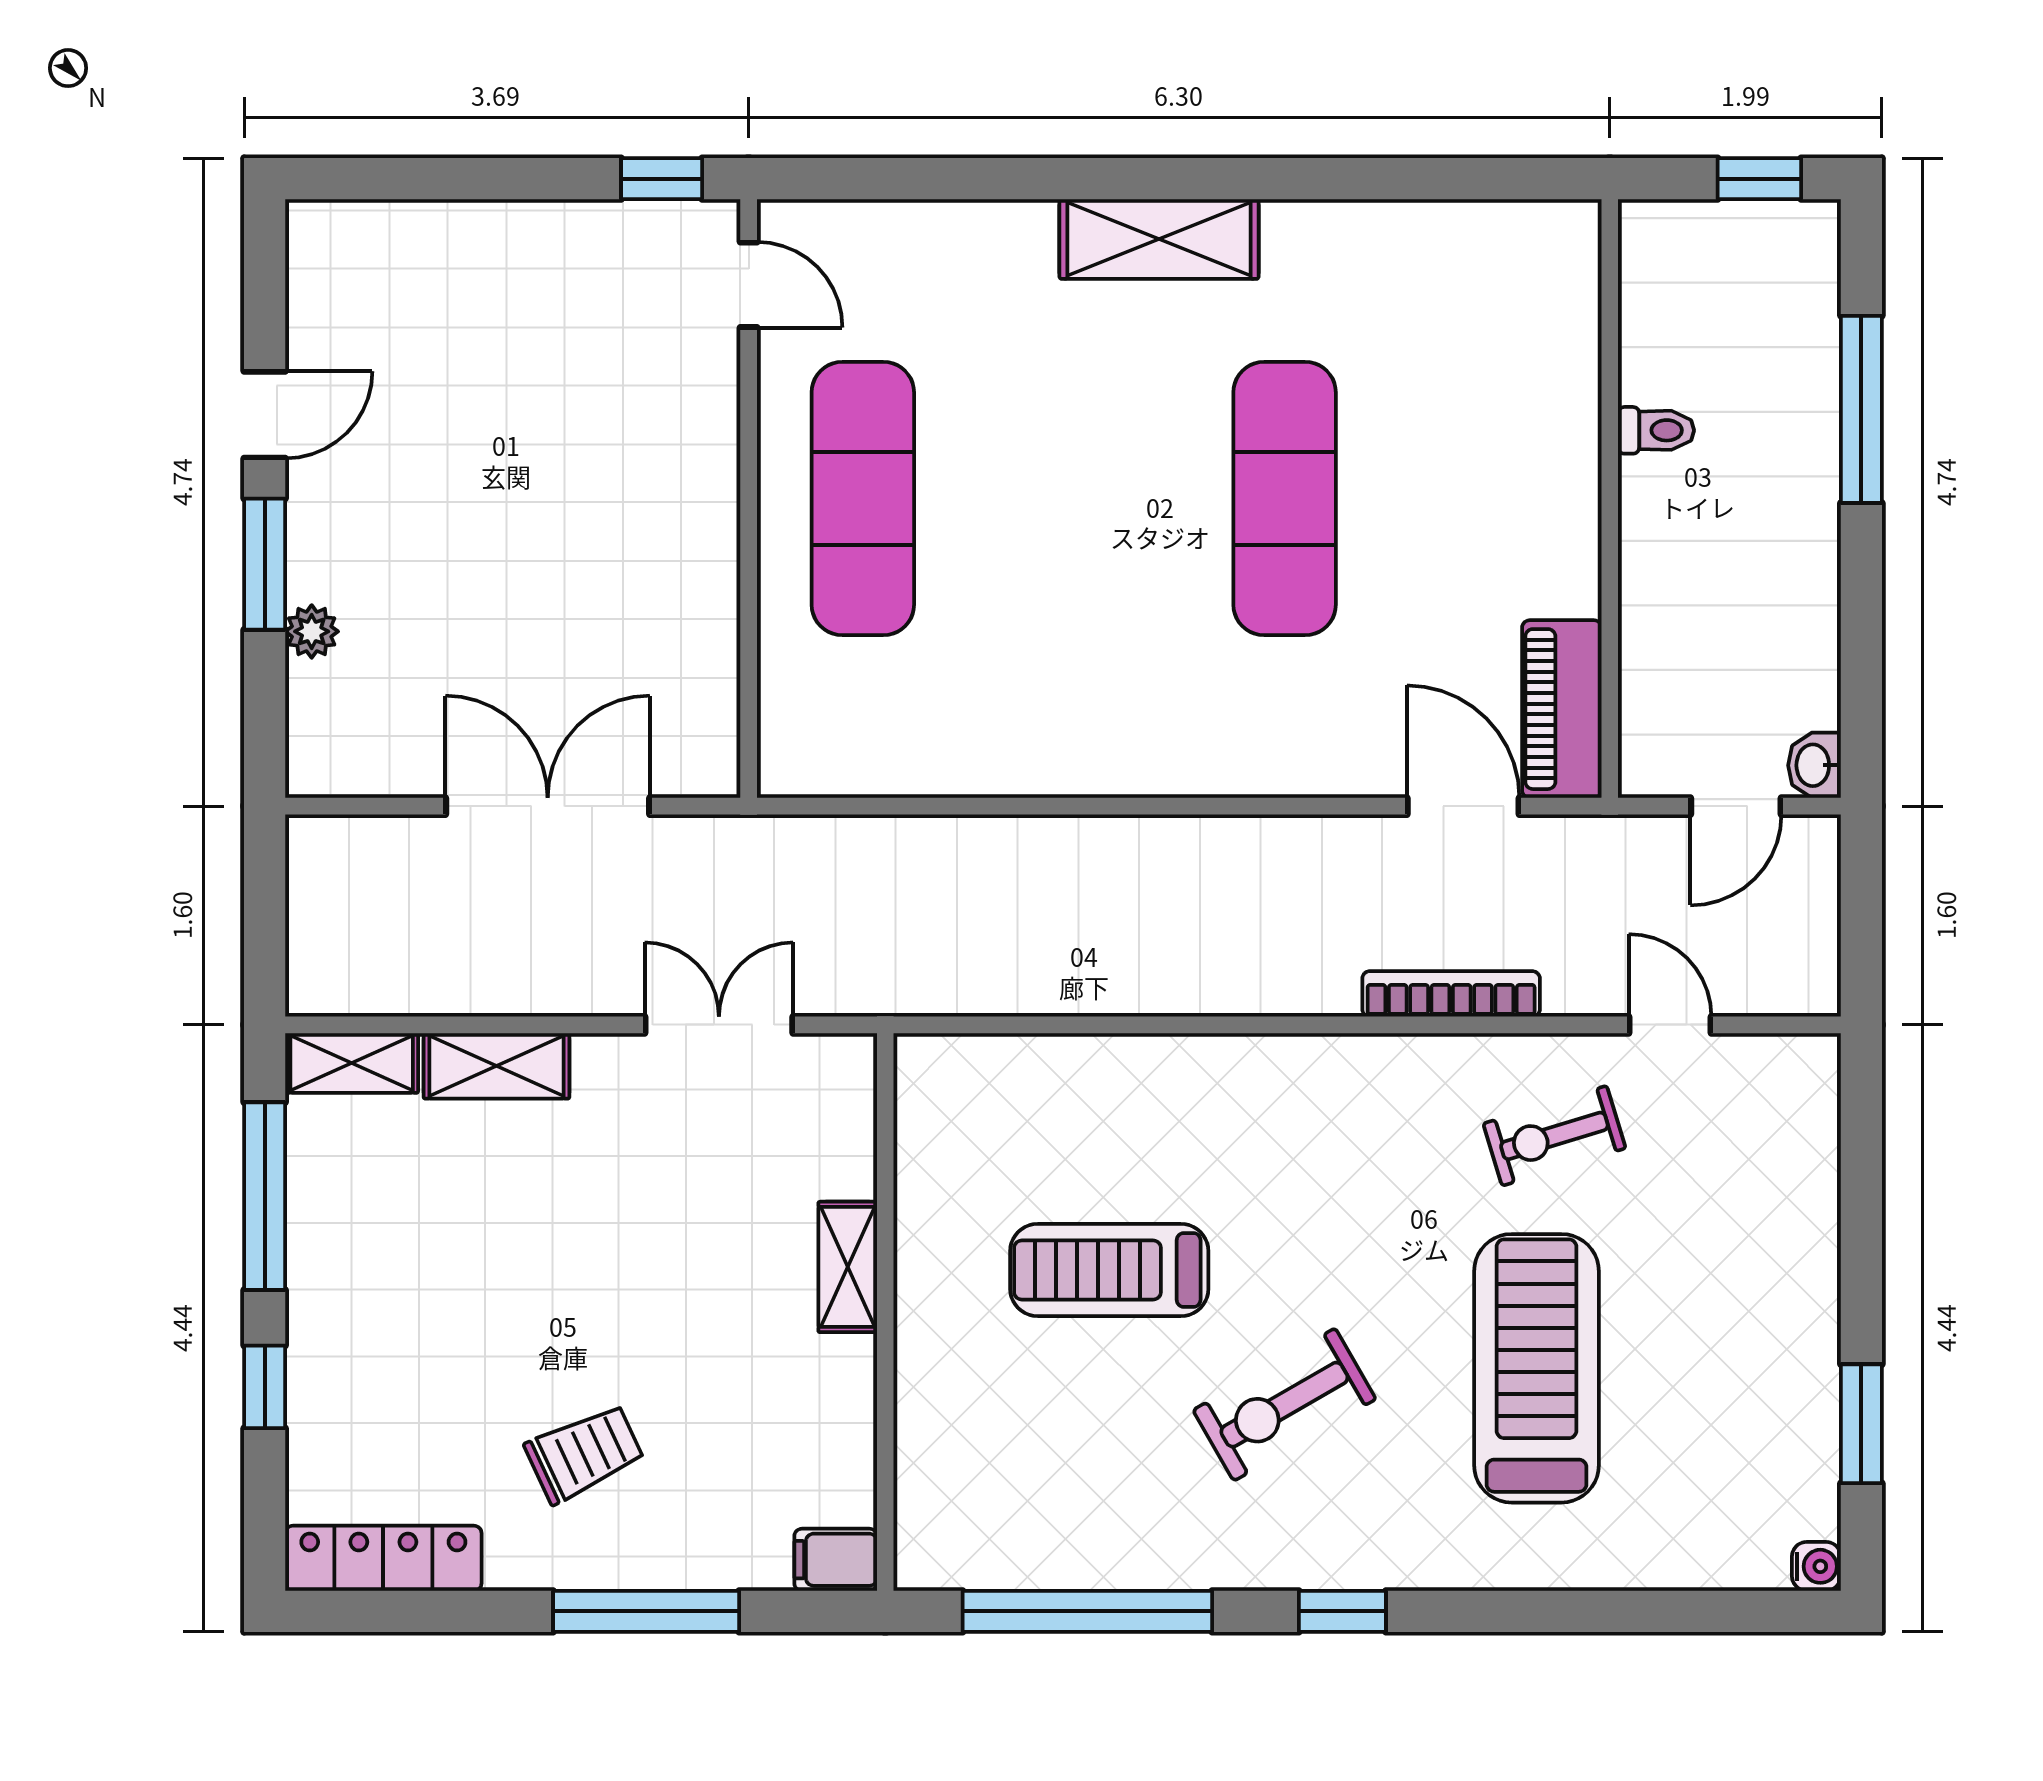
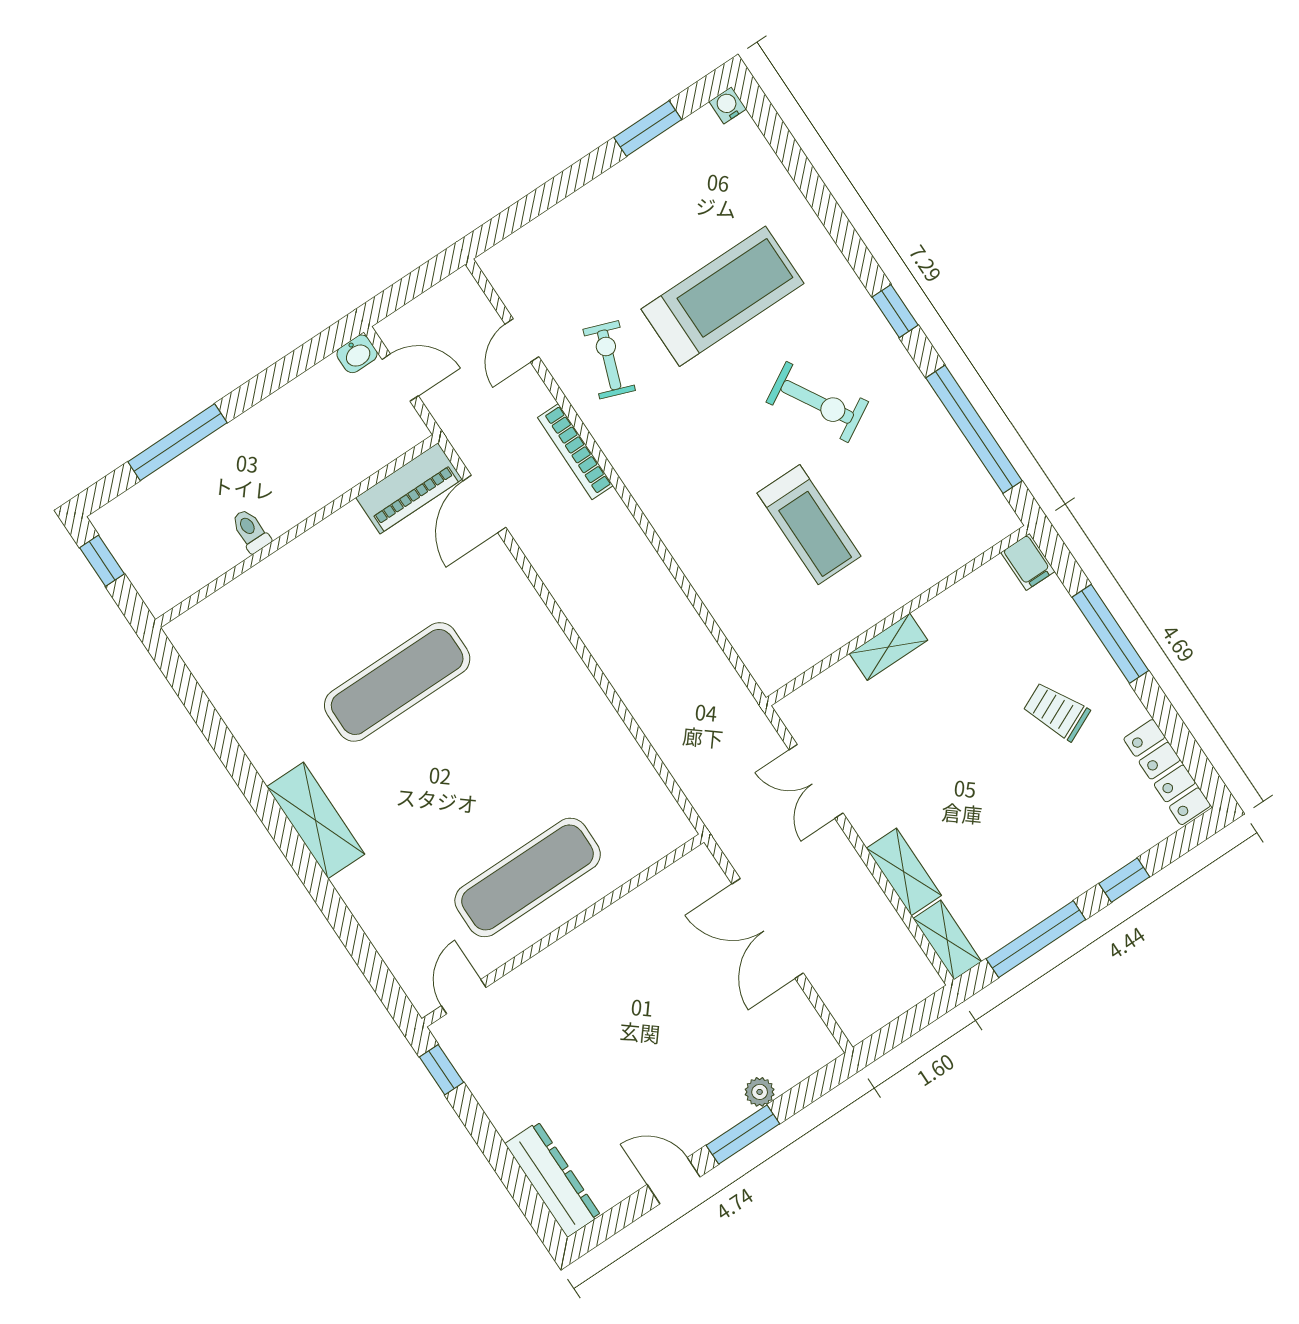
dresser: (387, 235) -> (553, 1179), added
exercise bike: (1554, 1136) -> (609, 360), turned -143
treadmill: (1537, 1368) -> (722, 296), turned 180

